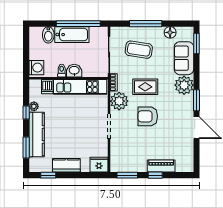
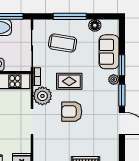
window: (196, 44) -> (122, 65), moved
plant: (184, 85) -> (114, 80), width x0.53, depth x0.53

